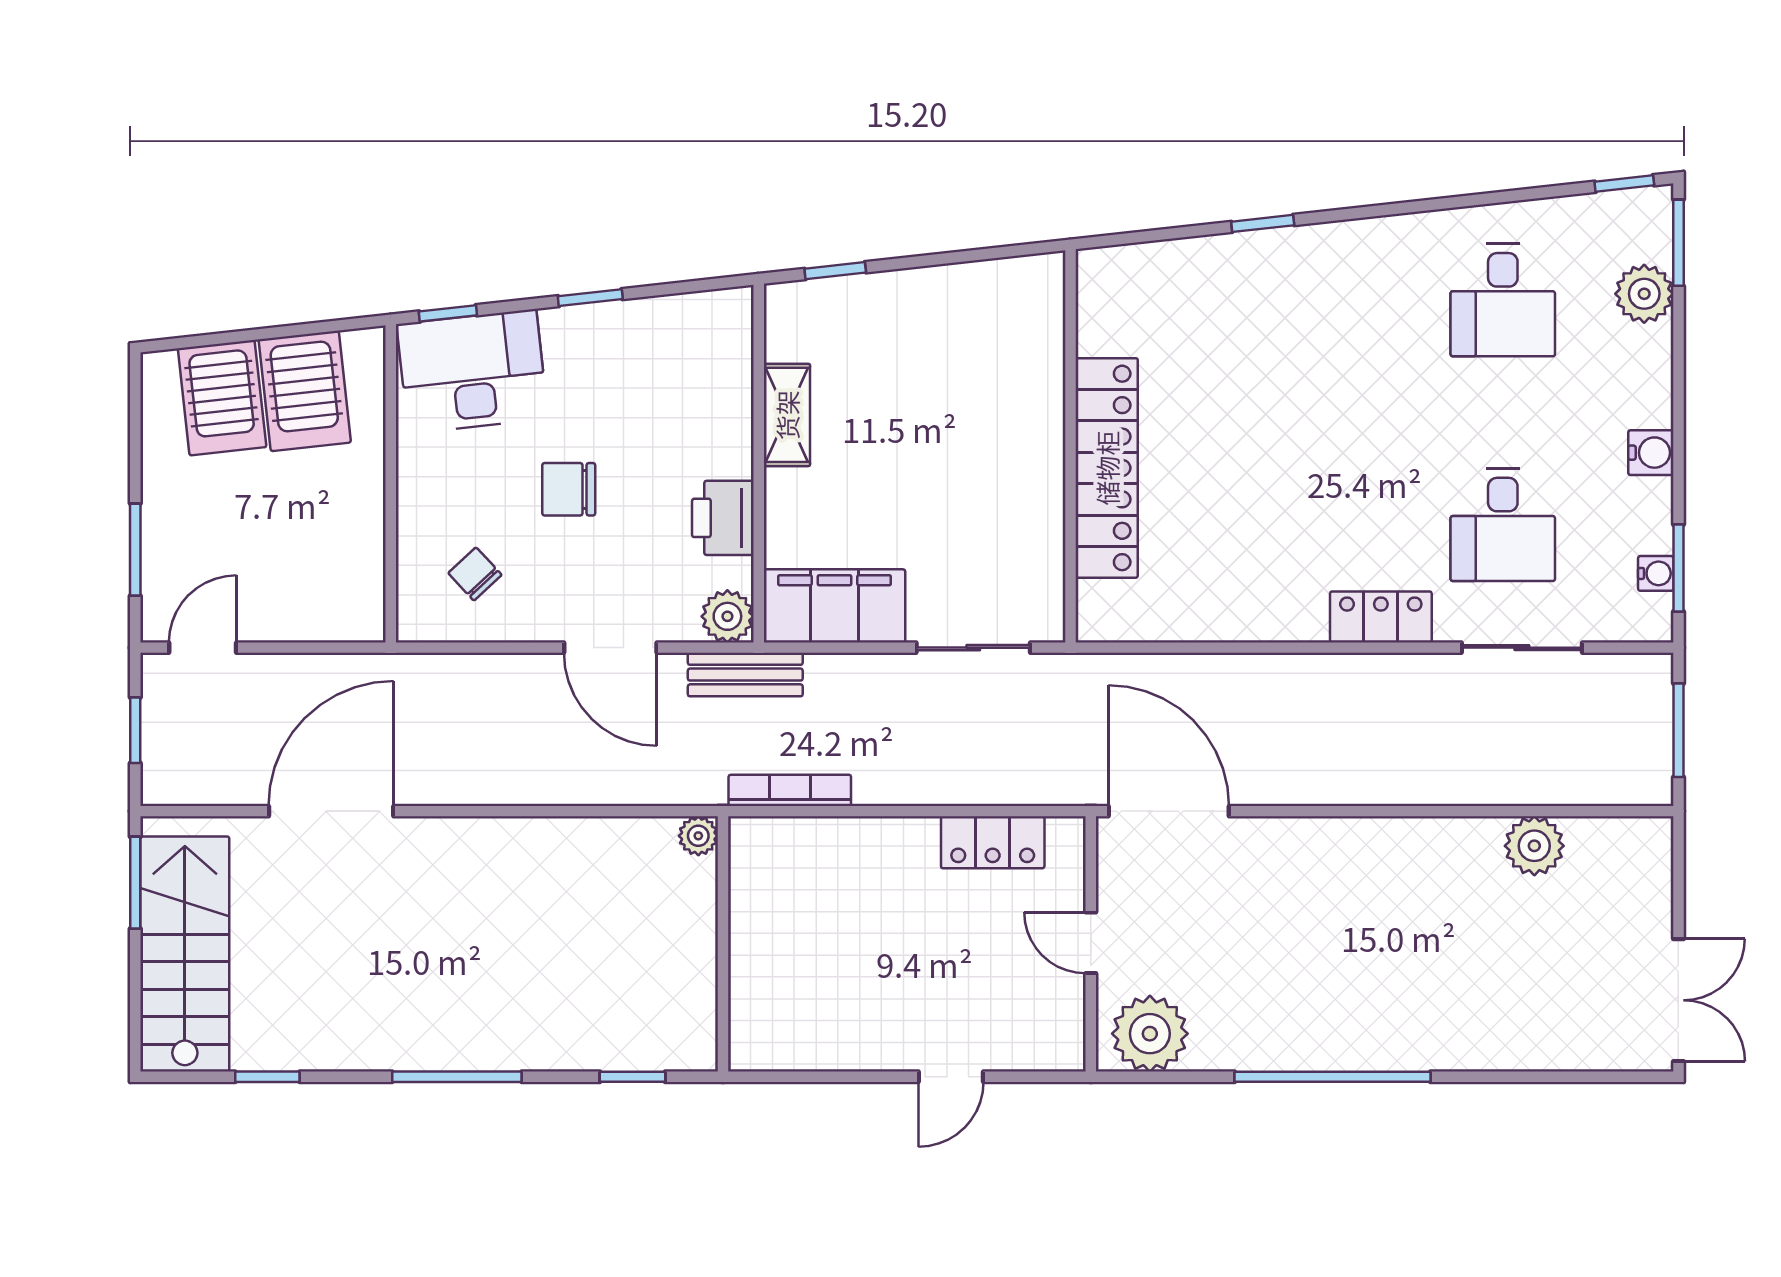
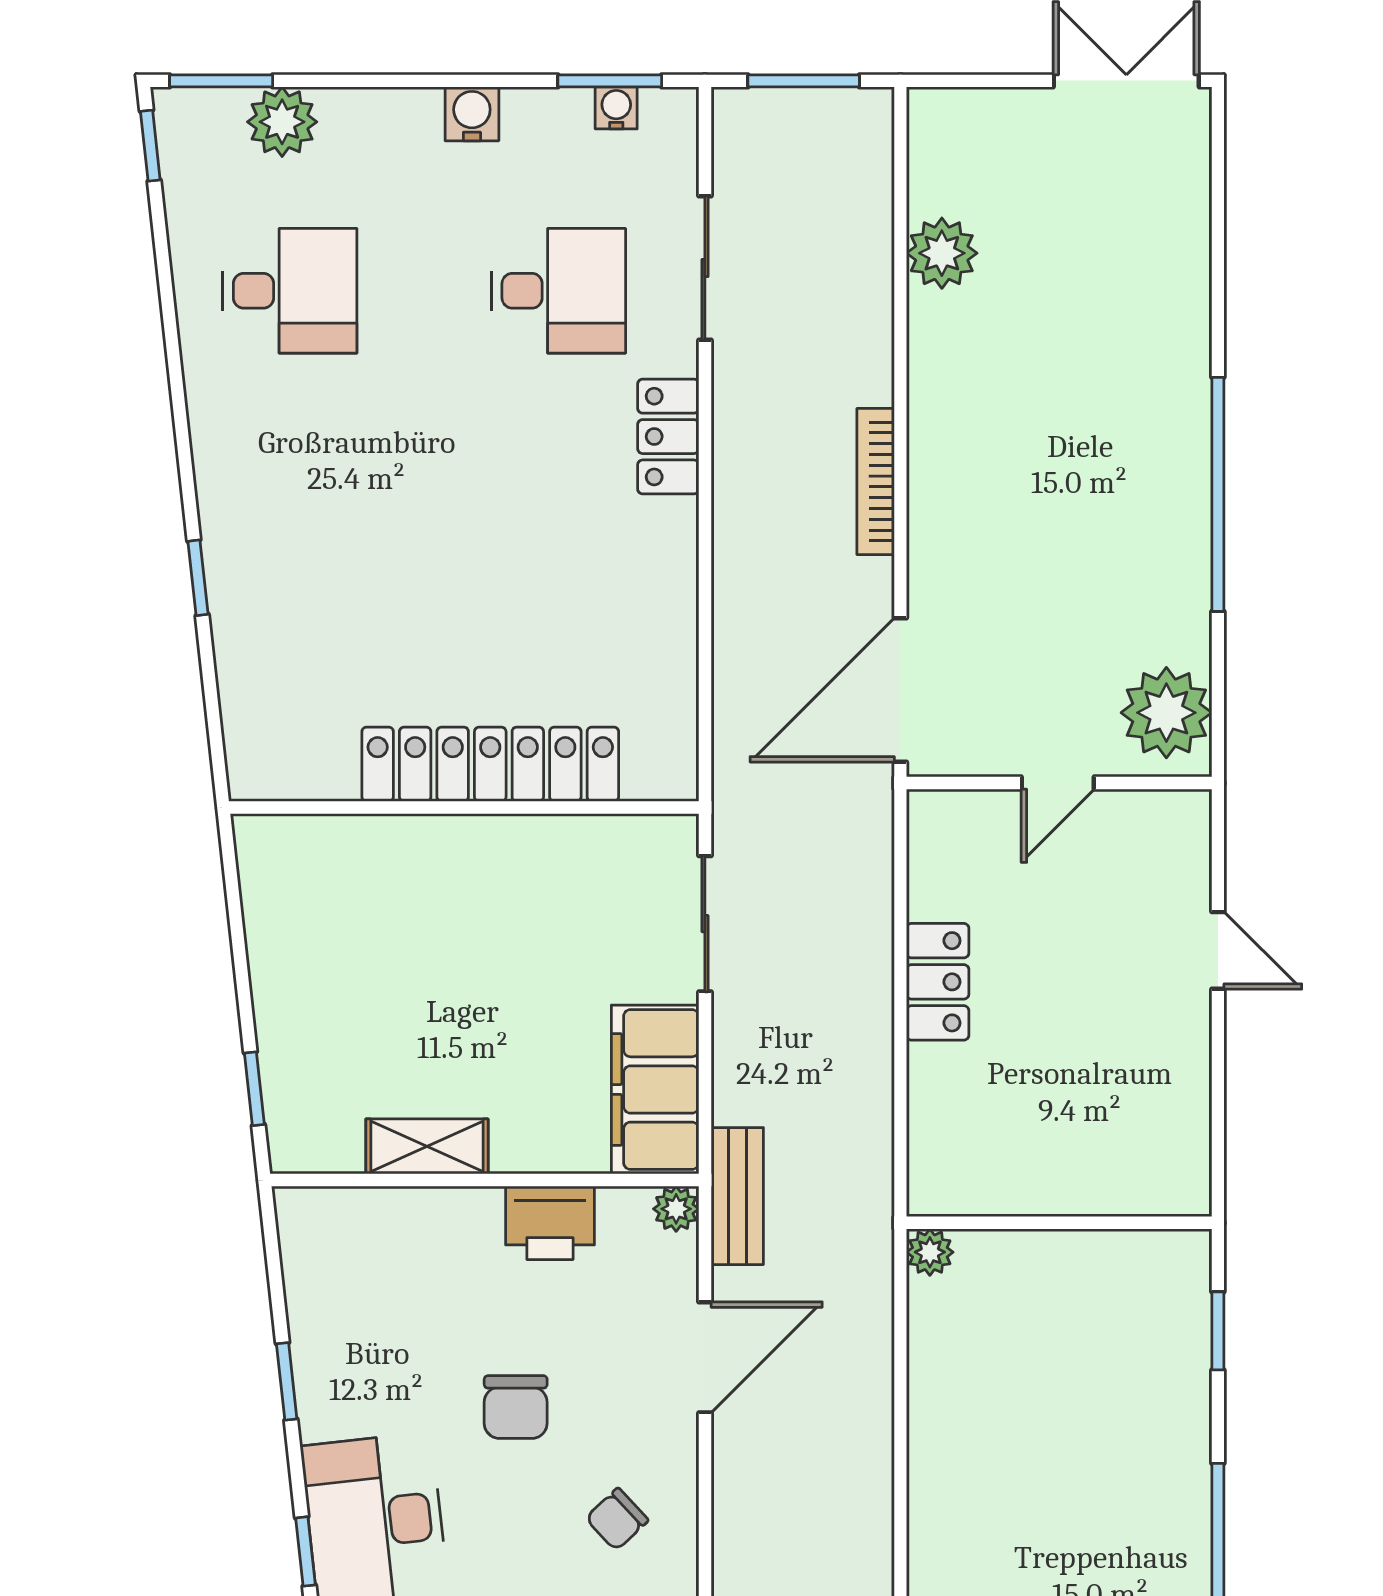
plant: (727, 616) -> (676, 1209), width x0.73, depth x0.73
bookcase: (790, 790) -> (876, 482), moved
locker: (993, 842) -> (938, 982), moved

